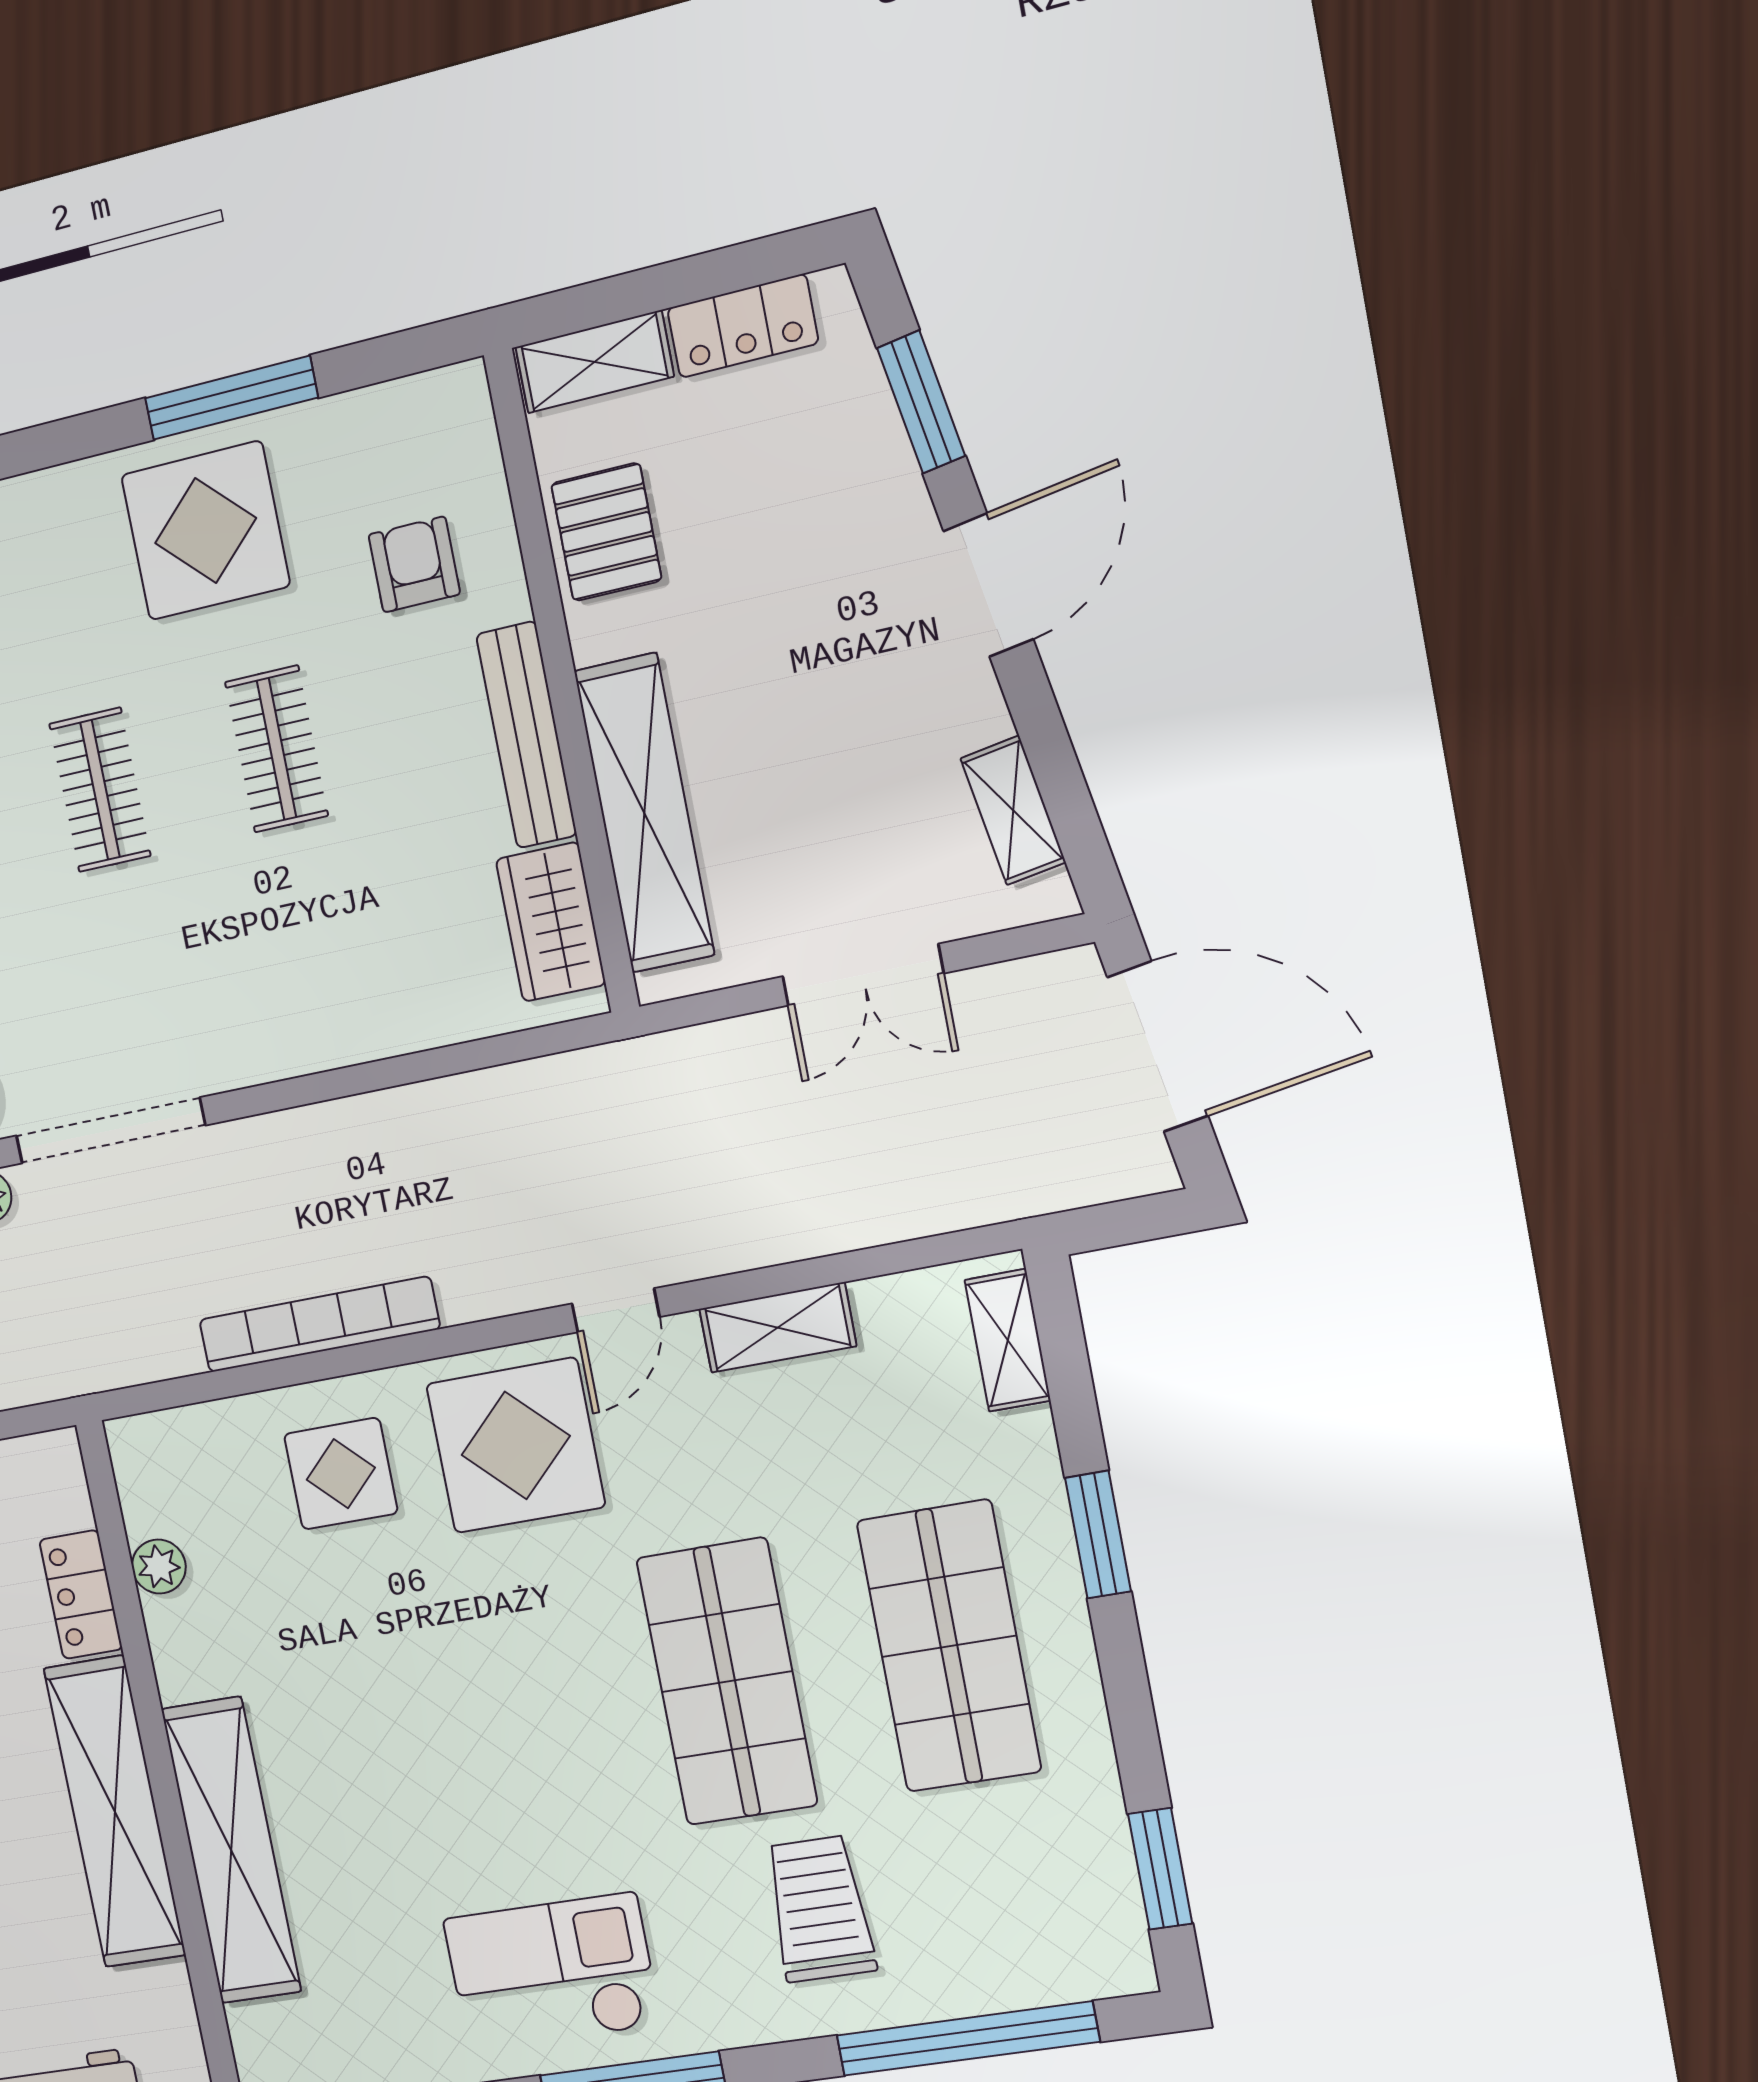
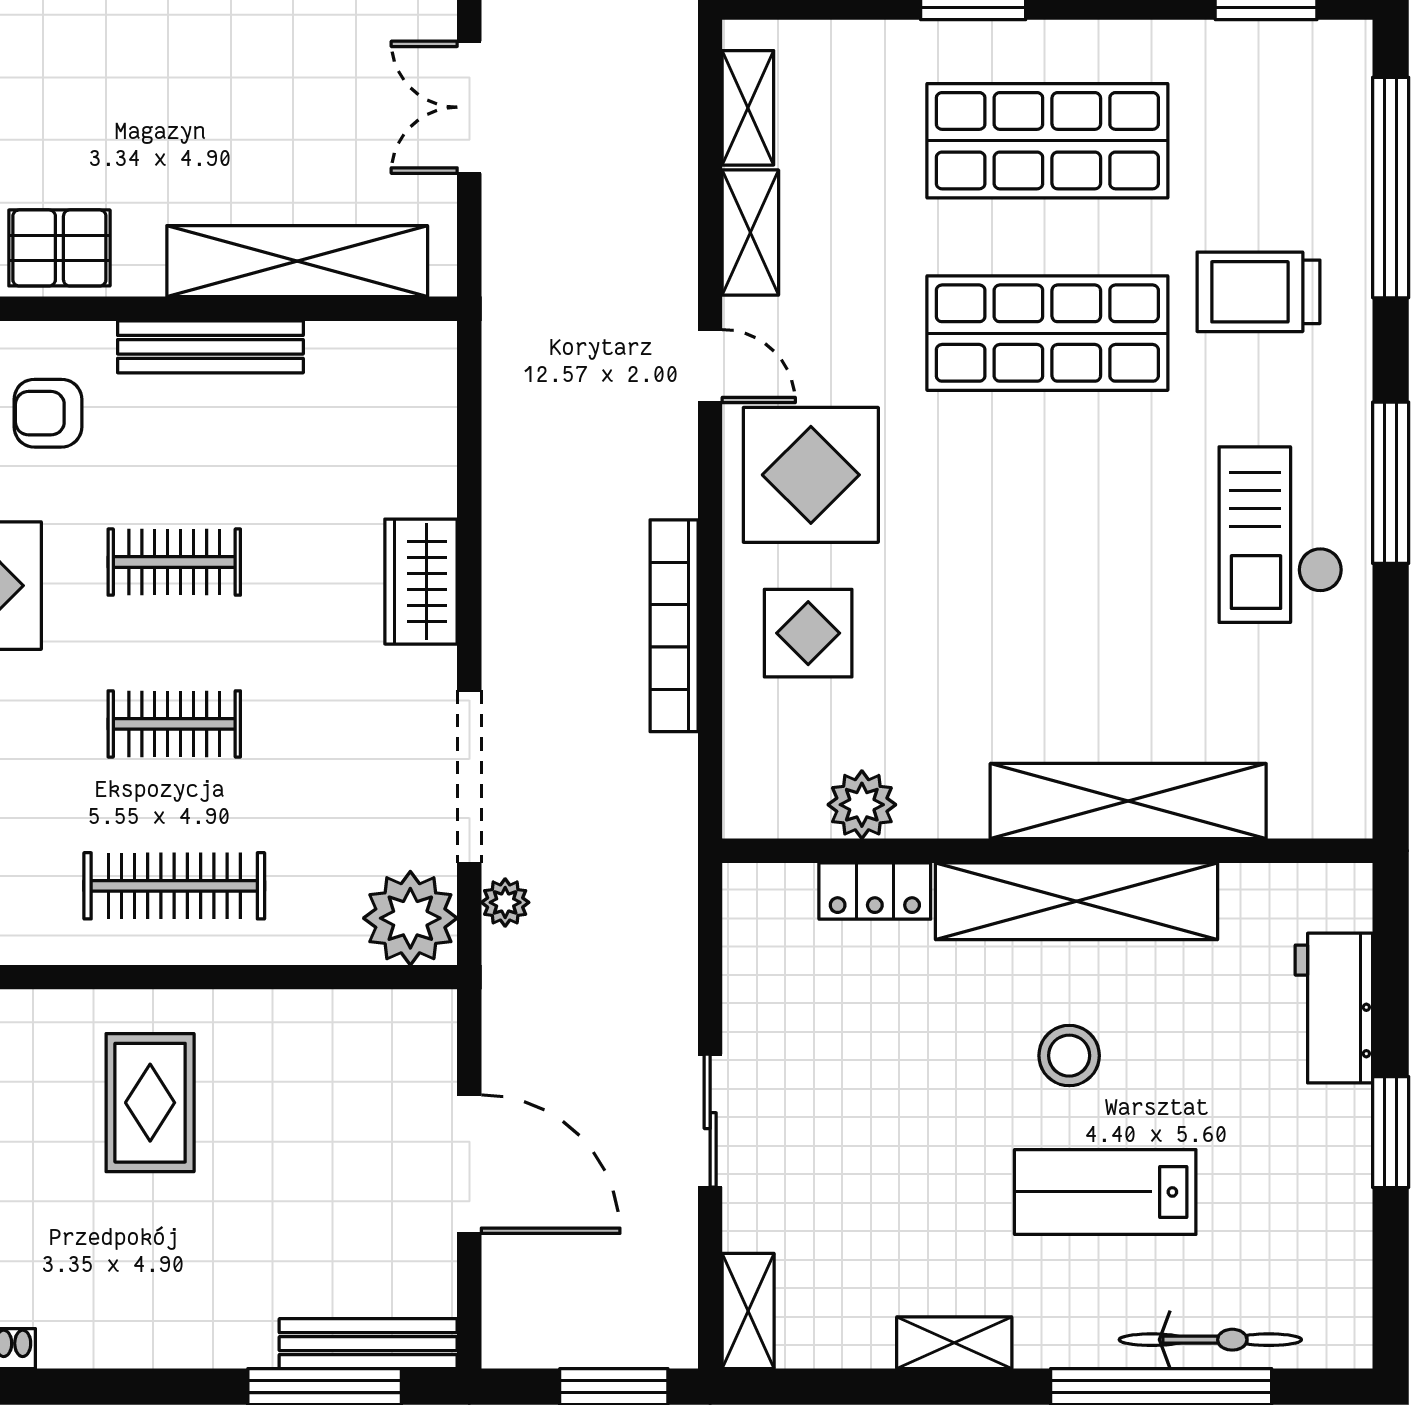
wardrobe: (551, 922) -> (421, 582), moved, turned 90
double door: (863, 975) -> (469, 107), swing flipped
shelving: (1008, 1340) -> (748, 108), moved, turned 90
plant: (159, 1567) -> (862, 805), width x1.38, depth x1.38

